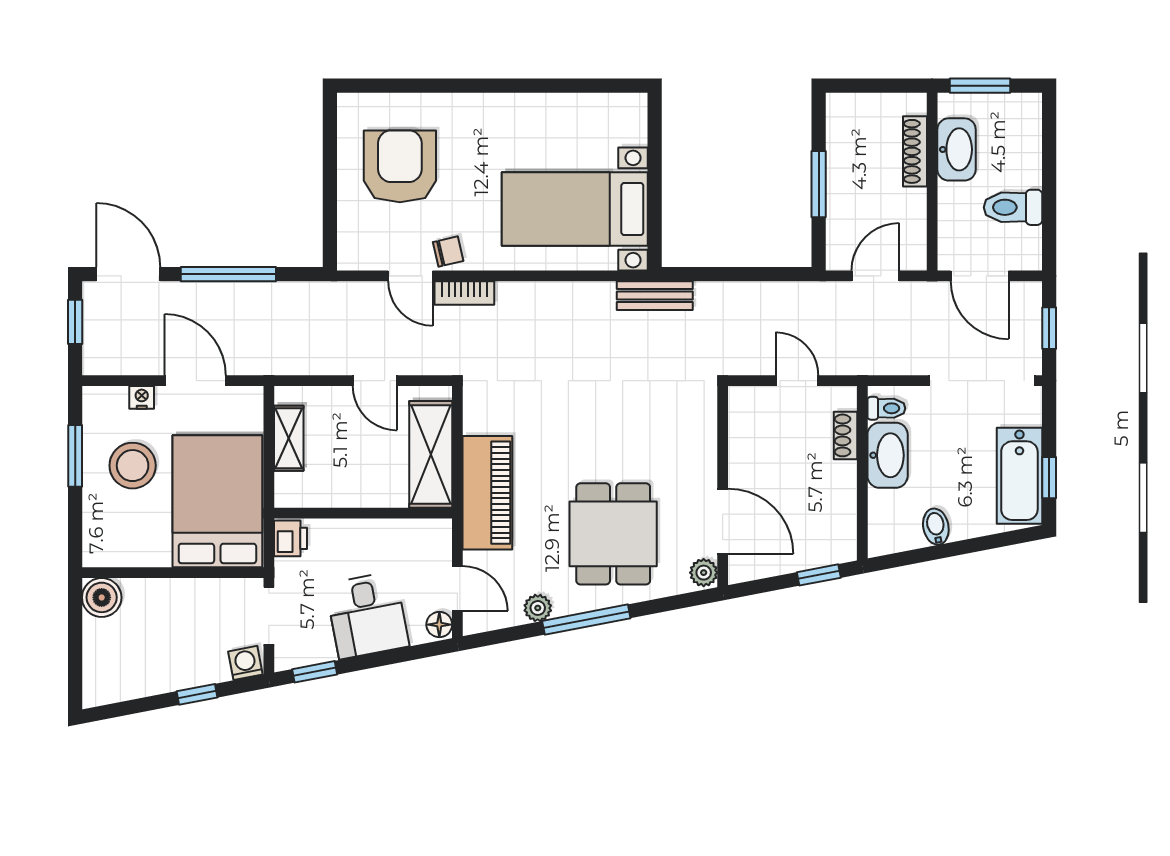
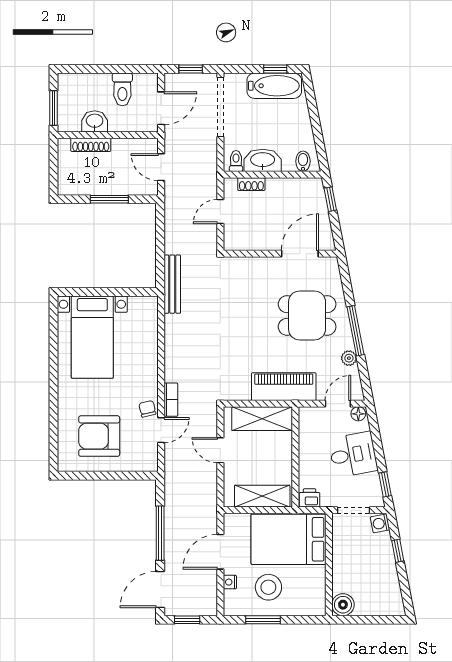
washbasin: (957, 149) -> (95, 121), width x0.72
bed with nightstands: (575, 209) -> (92, 337), moved
bench: (655, 296) -> (172, 284), width x1.36
door: (375, 381) -> (220, 450), swing flipped
shelving: (289, 438) -> (262, 496), width x1.50, depth x1.33
bidet: (936, 527) -> (303, 161), moved, turned 101
plant: (704, 573) -> (329, 264), removed

